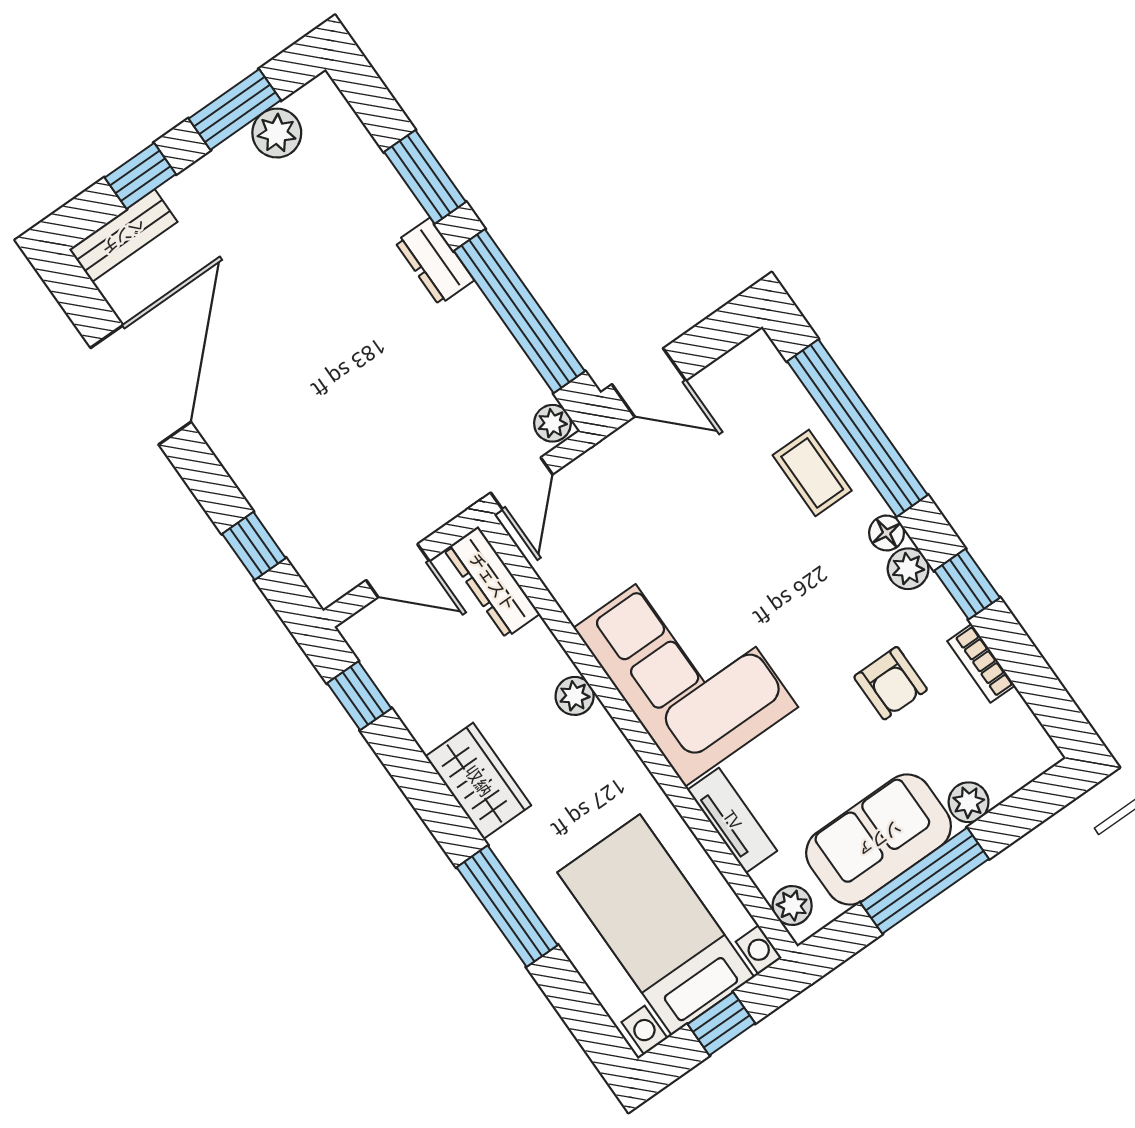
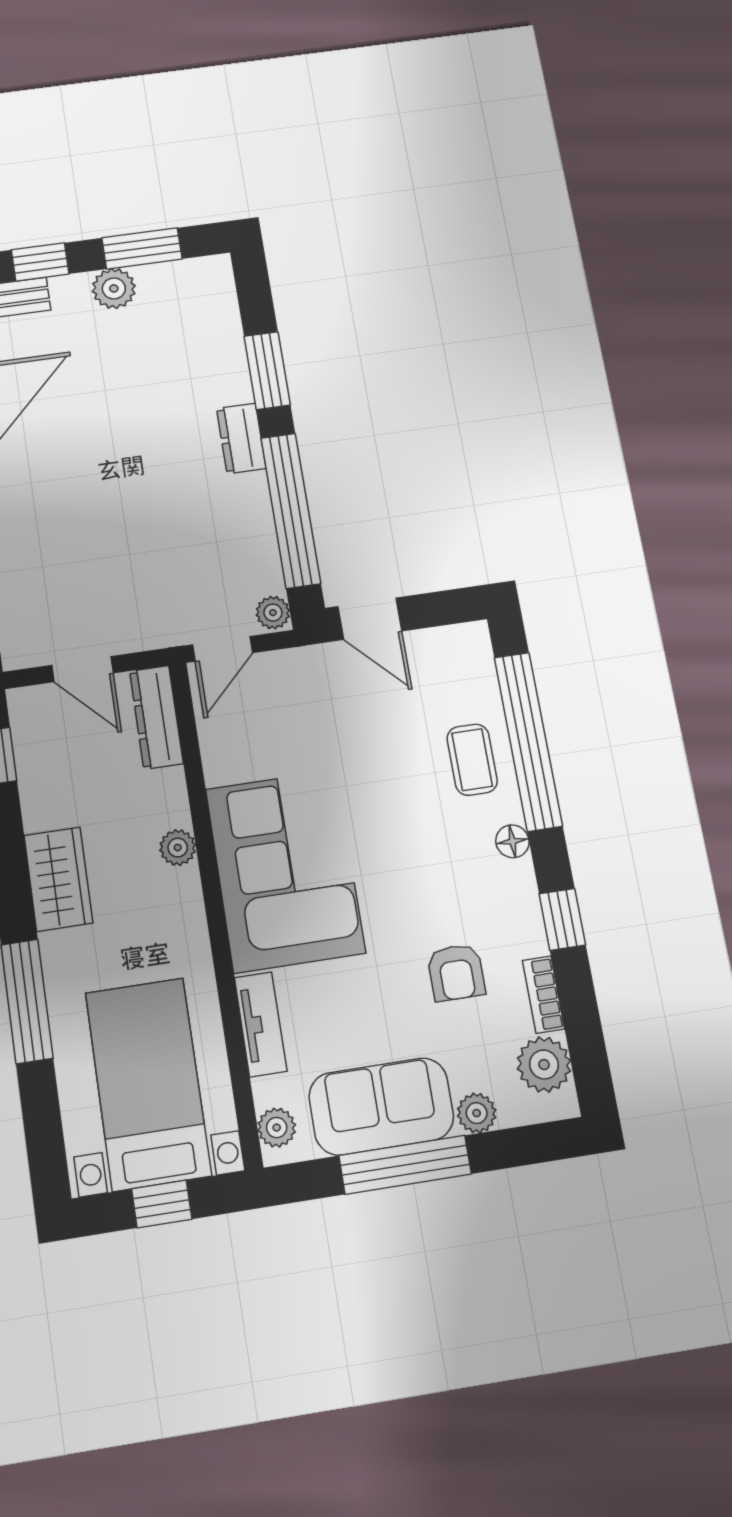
plant: (277, 133) -> (114, 288), moved
plant: (908, 569) -> (544, 1065), moved, width x1.38, depth x1.38

